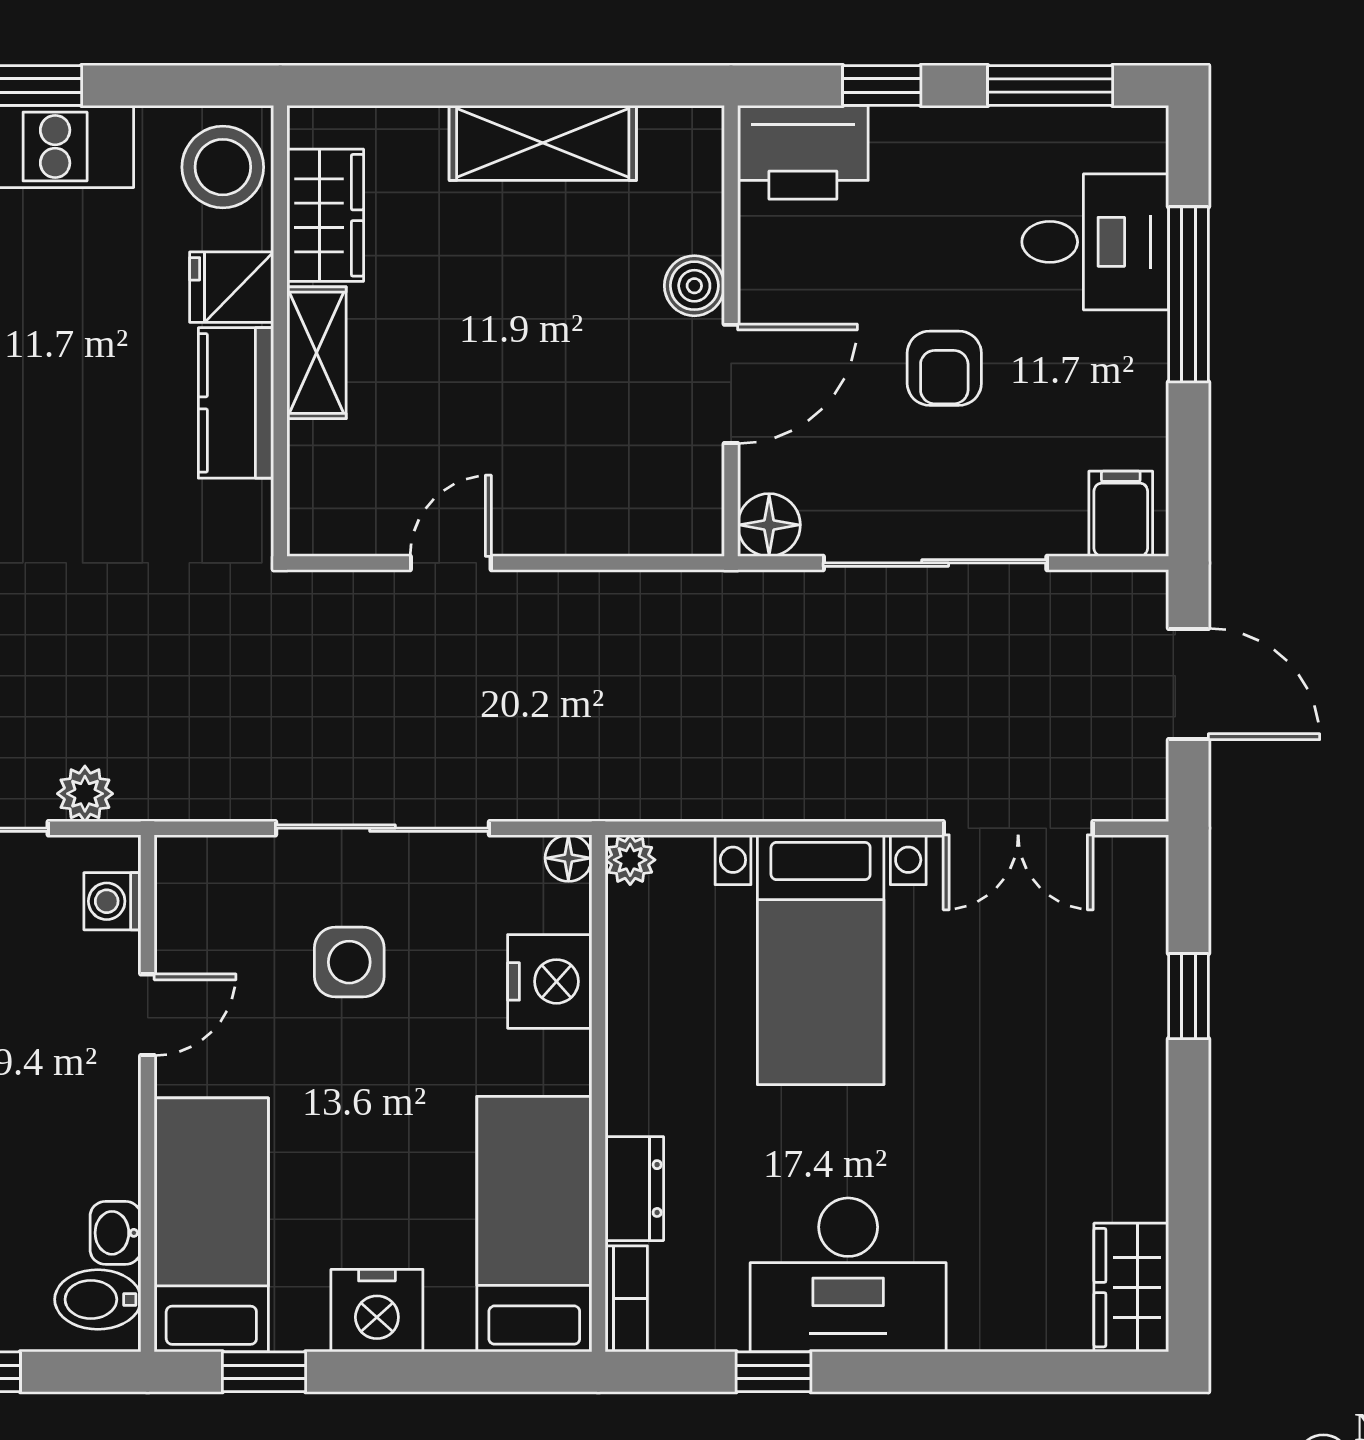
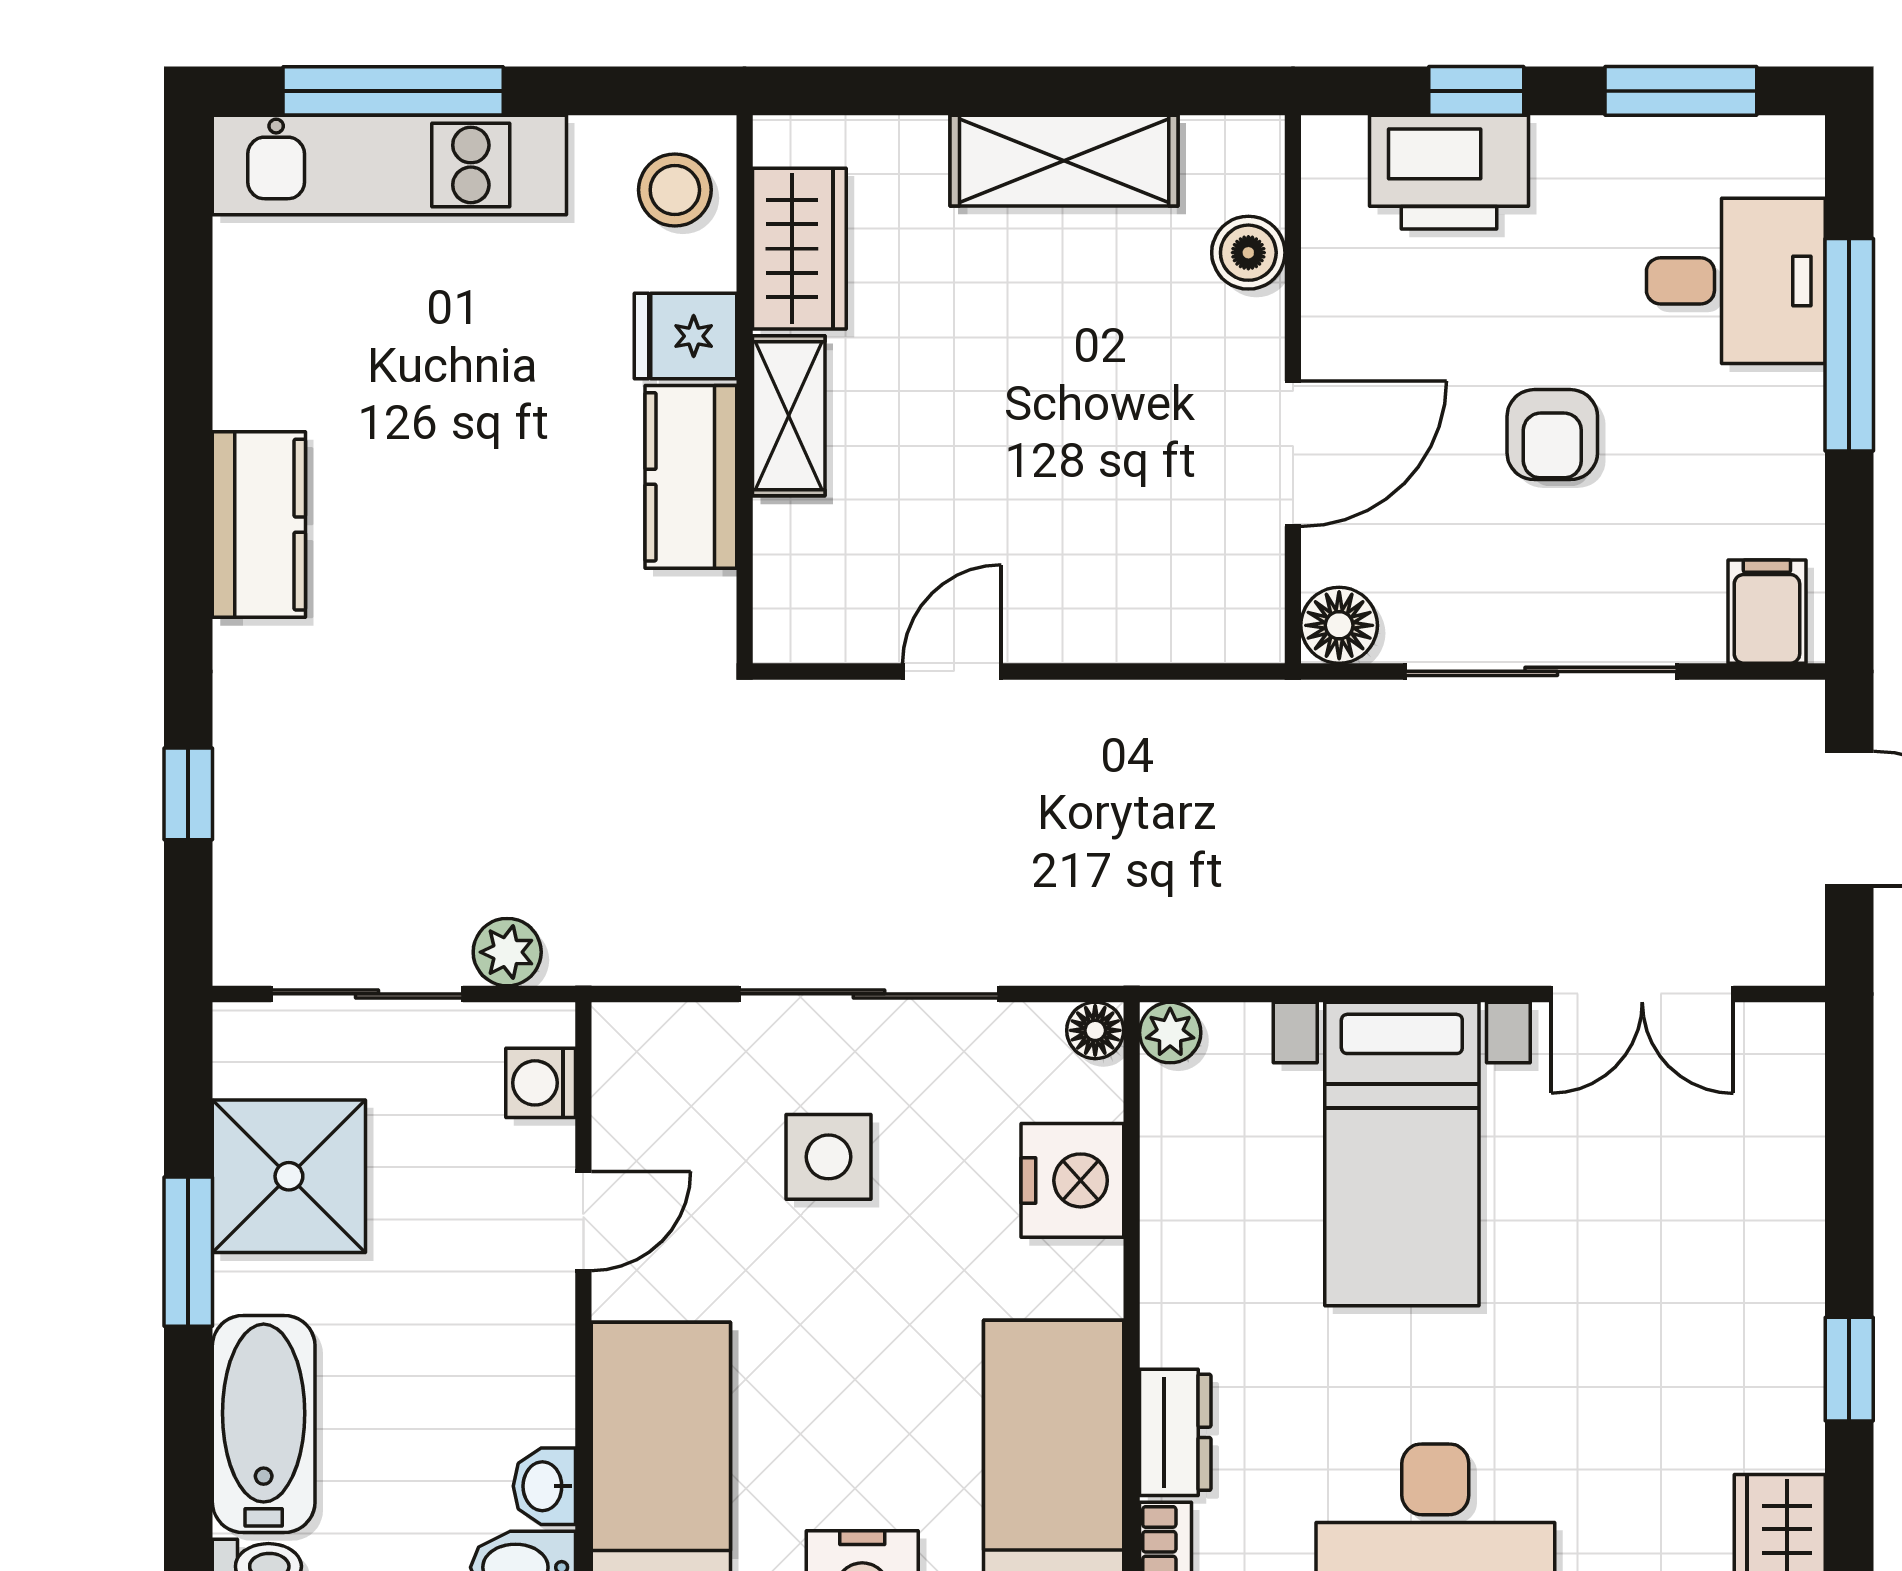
printer: (803, 152) -> (1449, 172), moved
stool: (223, 167) -> (675, 190), width x0.73, depth x0.73
boiler: (694, 286) -> (1248, 253), moved
window: (1188, 996) -> (1849, 1369), moved

